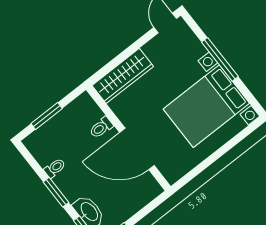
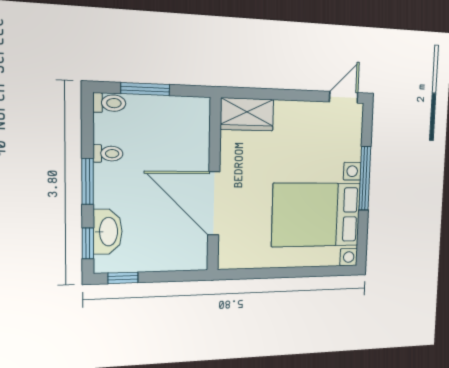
wardrobe: (123, 76) -> (247, 114), width x0.67
toilet: (101, 127) -> (109, 103), moved, turned 180

